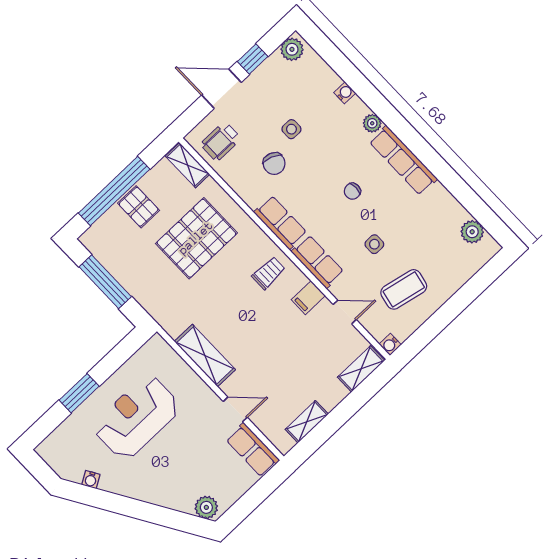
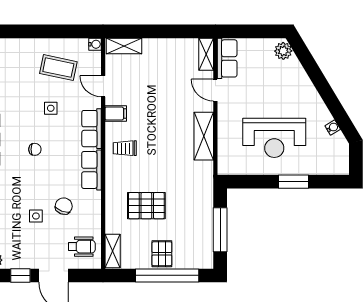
pallet: (196, 238) -> (146, 206), width x0.73, depth x0.71
shelving: (307, 422) -> (206, 54), moved, turned 90

